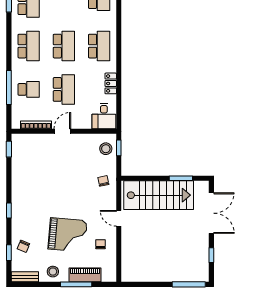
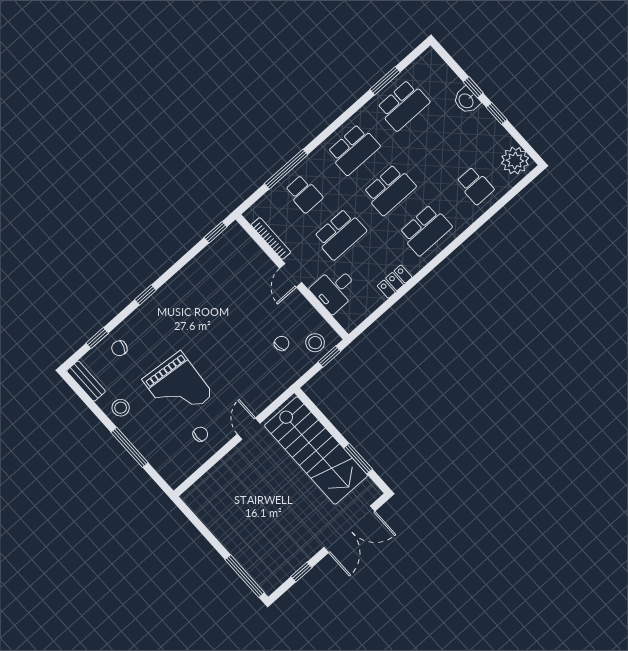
desk: (104, 116) -> (335, 289), moved
door: (62, 131) -> (291, 275), swing flipped
chair: (103, 181) -> (282, 343), moved
piano: (85, 275) -> (150, 448), removed

